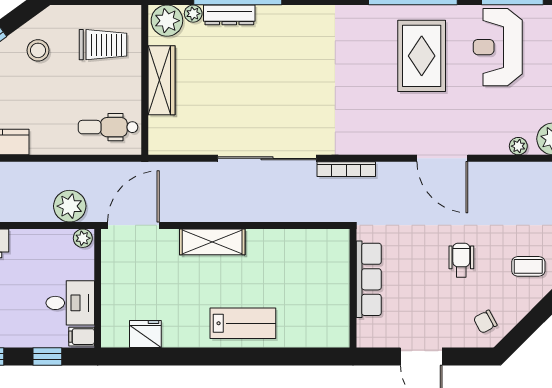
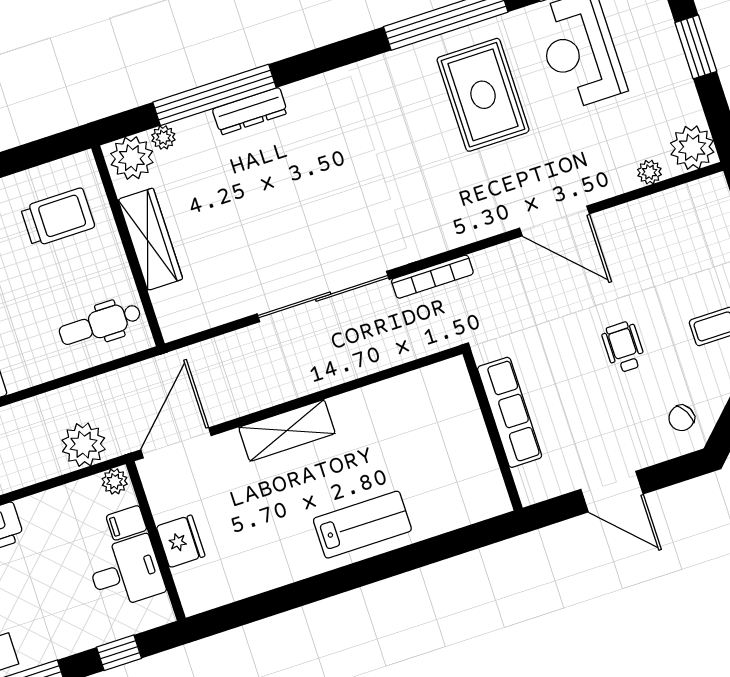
dresser: (229, 15) -> (250, 111), moved
fridge: (145, 334) -> (181, 541), moved, turned 90
filing cabinet: (82, 337) -> (126, 523), moved

